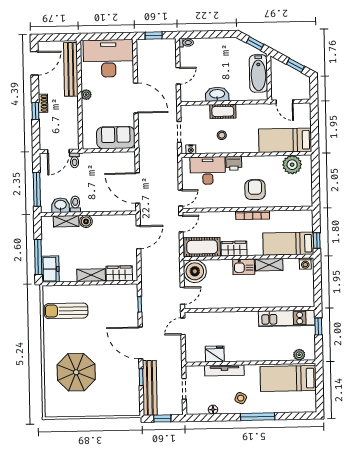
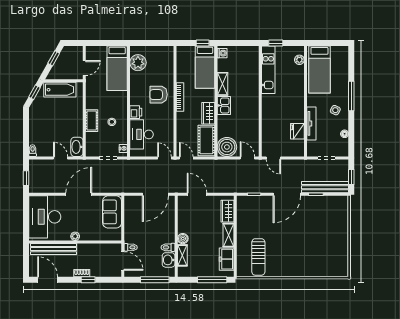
washbasin: (217, 94) -> (77, 147), moved
freezer: (50, 269) -> (227, 259), moved, turned -90
parasol: (76, 372) -> (311, 249), removed

